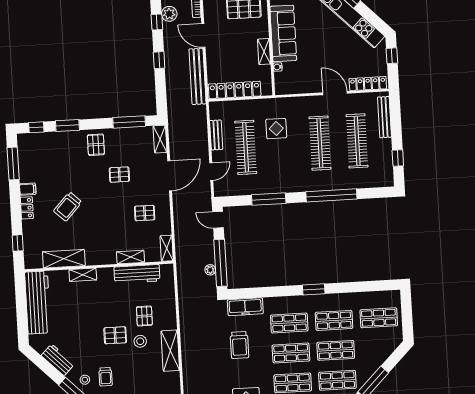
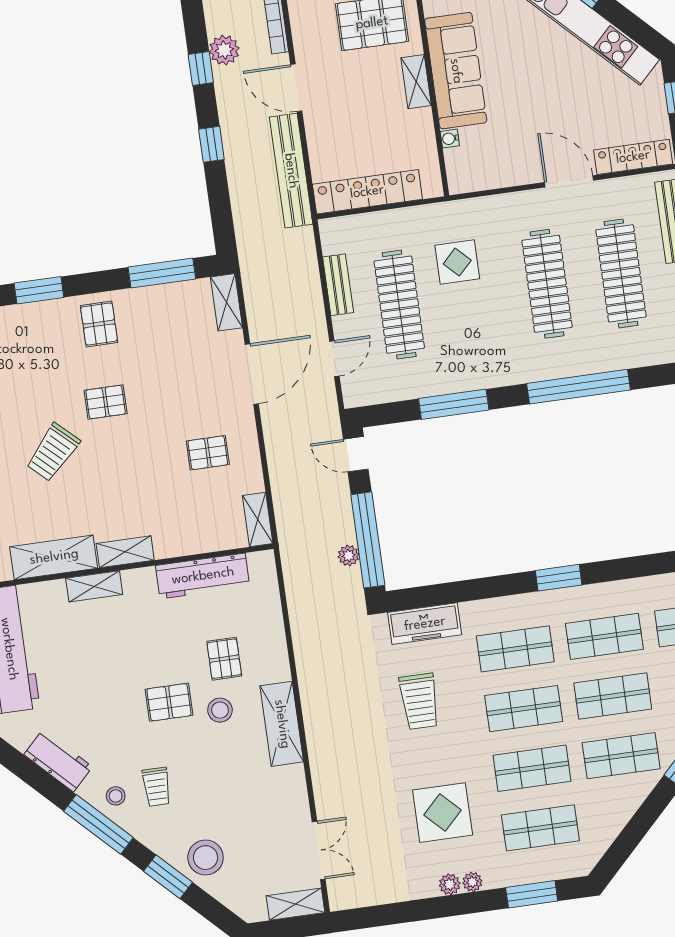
shelving: (264, 52) -> (416, 82), moved
pallet: (119, 175) -> (106, 402), moved
shelving: (130, 257) -> (125, 552), moved

